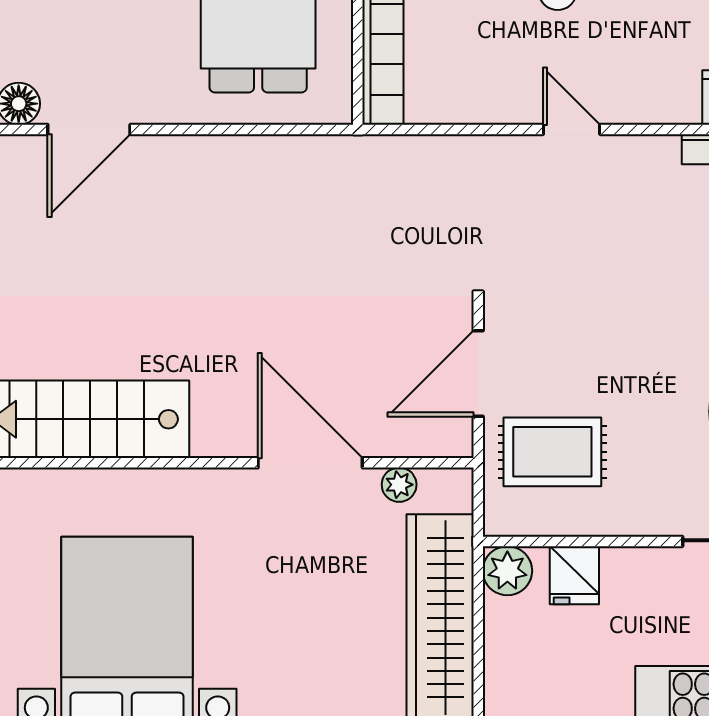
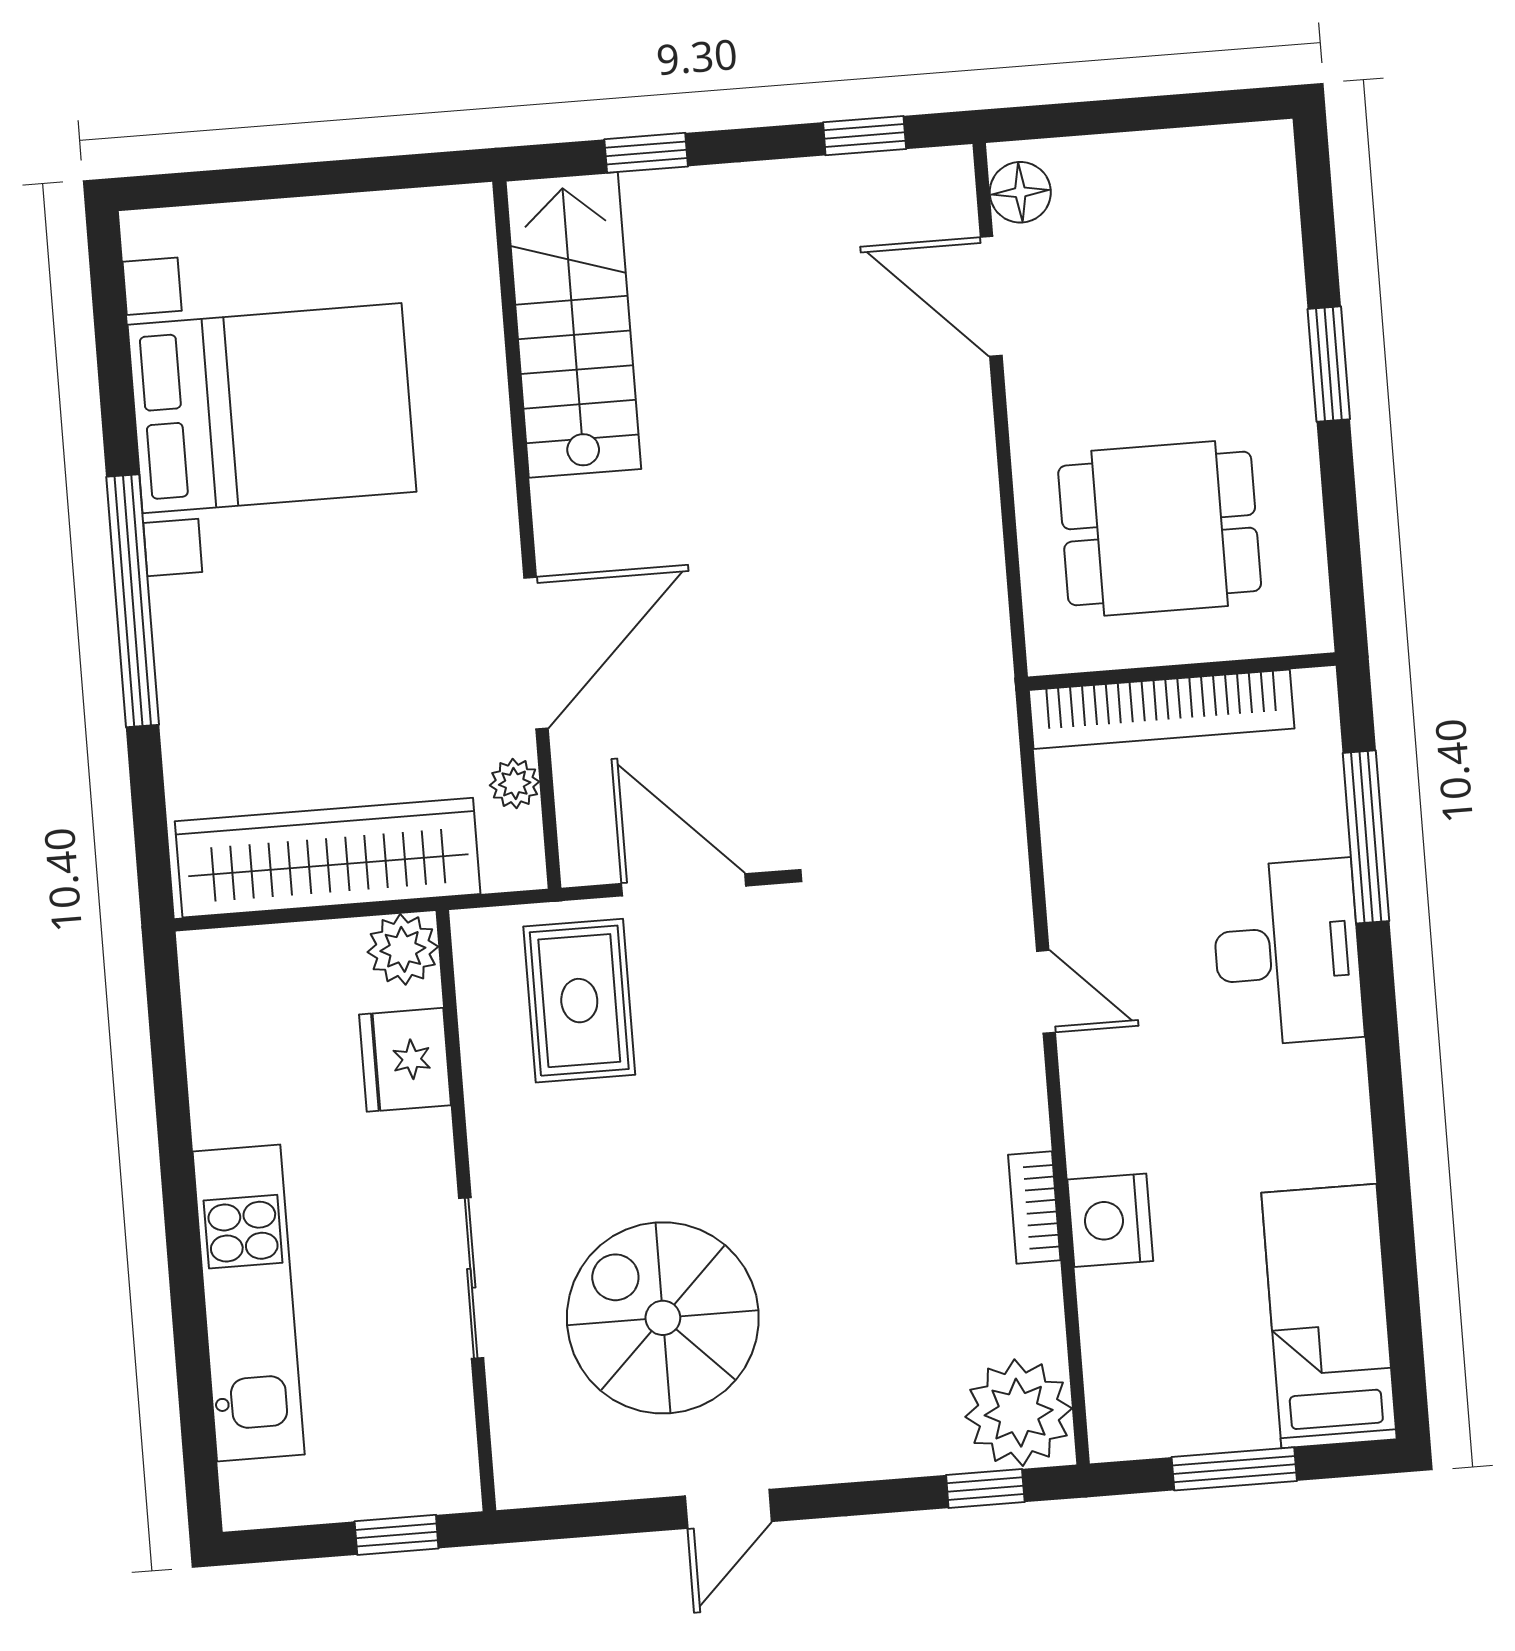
door: (572, 129) -> (1046, 992), hinge flipped
fridge: (574, 575) -> (405, 1060), width x1.38

